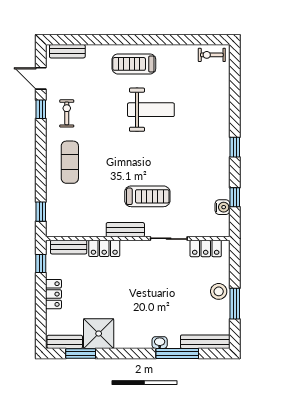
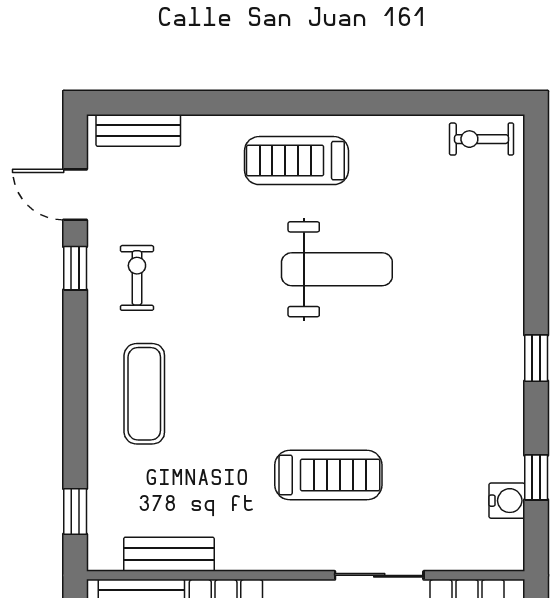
bench: (125, 230) -> (169, 554), moved

